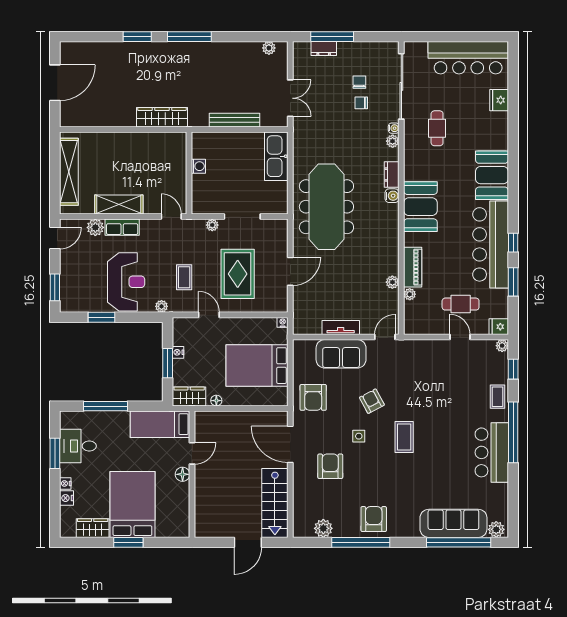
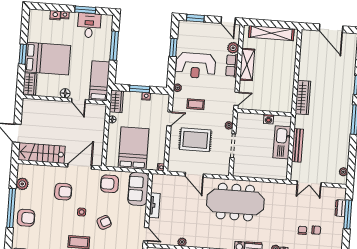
kitchen sink: (276, 156) -> (282, 142), moved, turned -90
sofa: (341, 354) -> (138, 189), moved
wardrobe: (93, 528) -> (30, 84), moved

